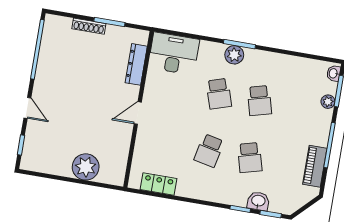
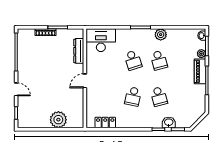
plant: (234, 55) -> (161, 35), moved
piano: (315, 166) -> (200, 71), moved

